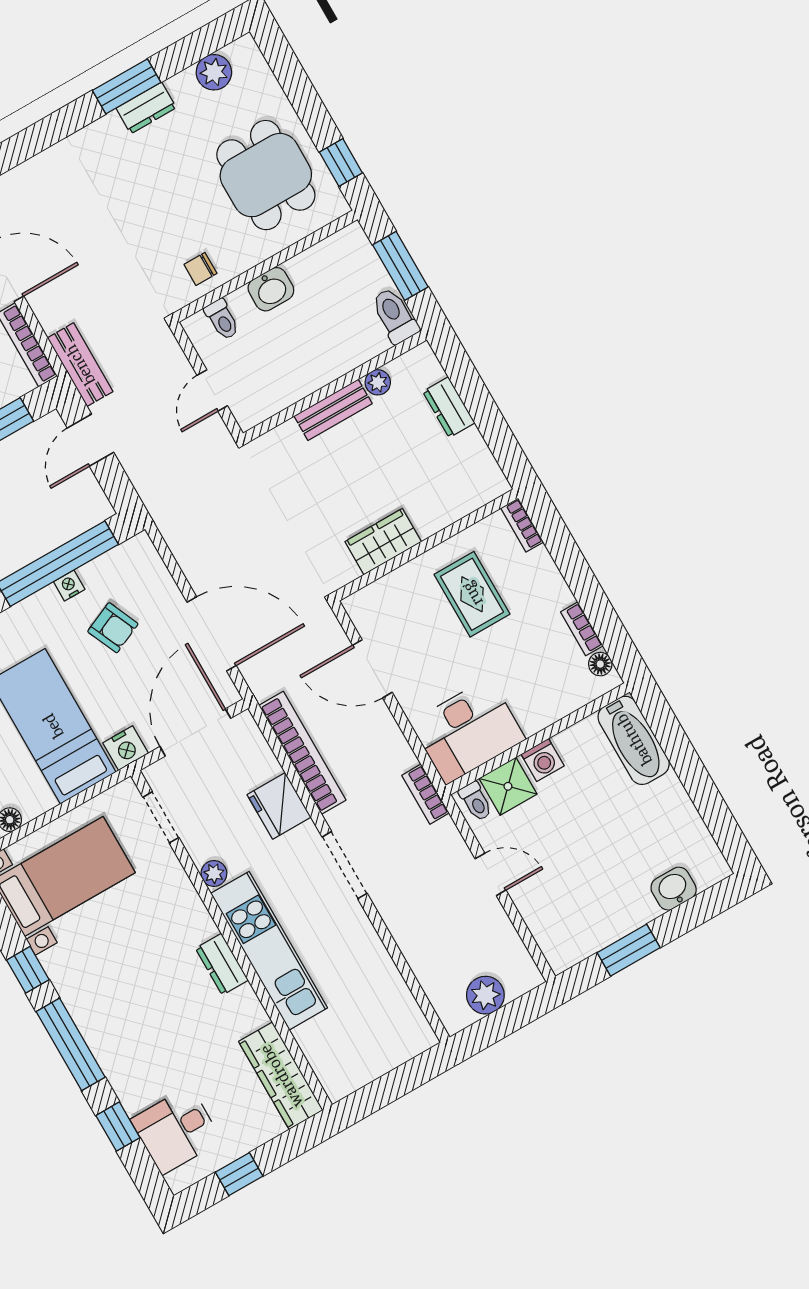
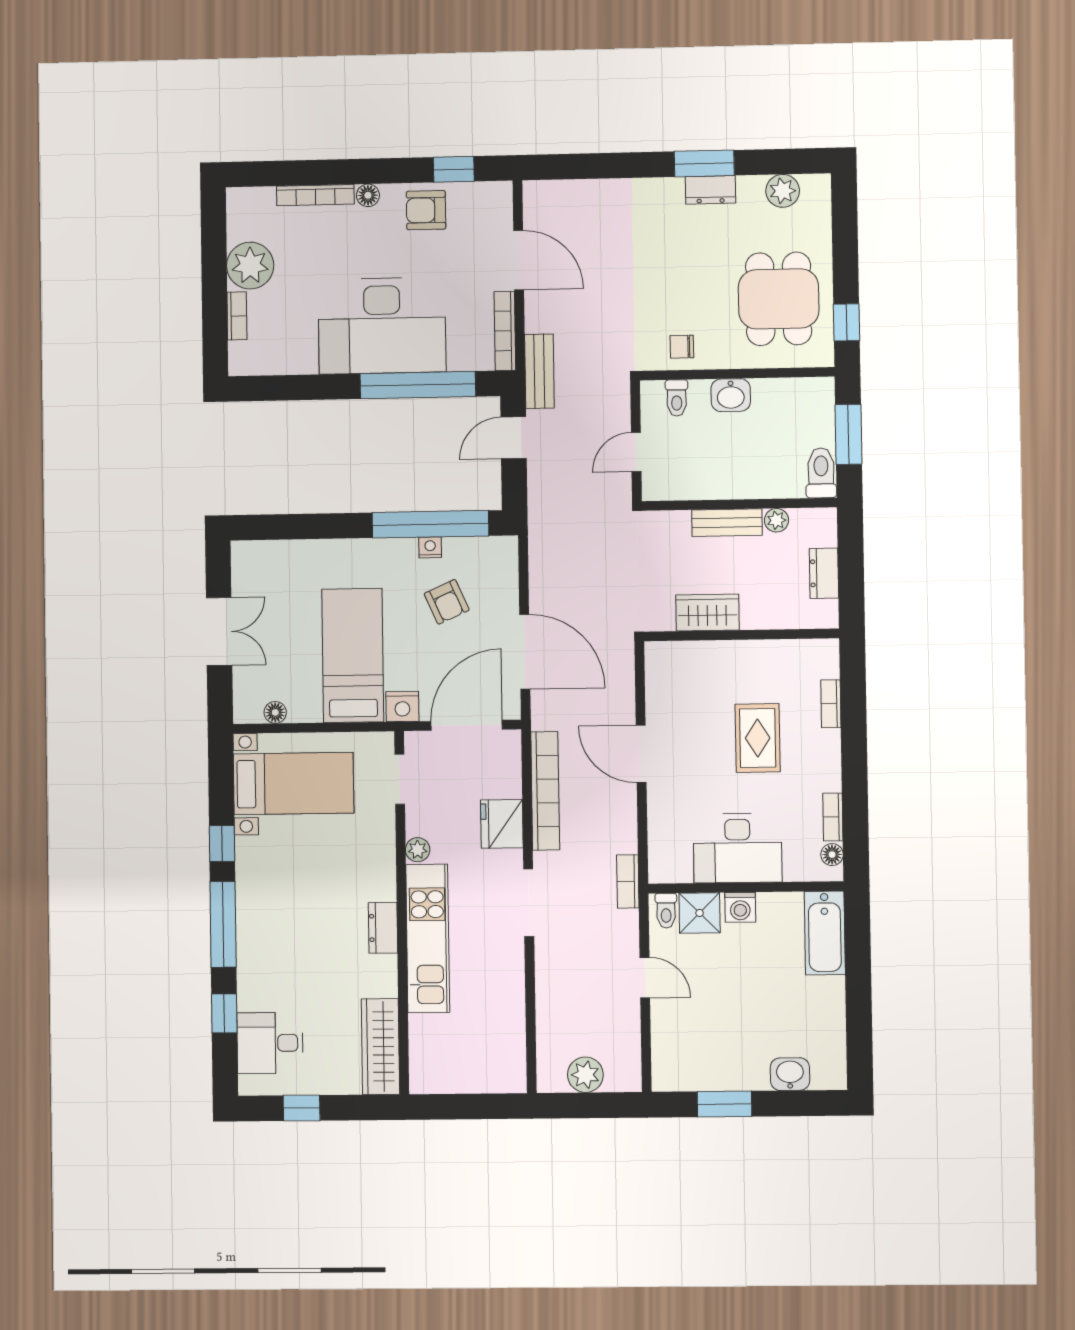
wardrobe: (383, 542) -> (707, 613), moved
wall: (426, 545) -> (741, 635), moved
desk: (468, 731) -> (738, 848), moved

